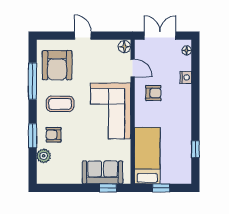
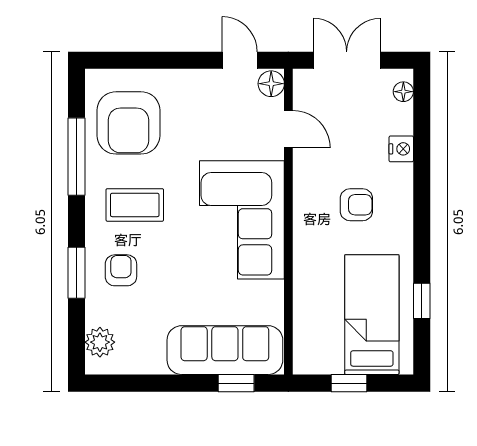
door: (83, 36) -> (240, 60), moved
armchair: (153, 93) -> (356, 205), moved
armchair: (54, 135) -> (121, 270), turned 90
plant: (44, 156) -> (100, 342), moved
bed: (147, 156) -> (372, 315), moved
sofa: (103, 172) -> (225, 350), width x1.36

